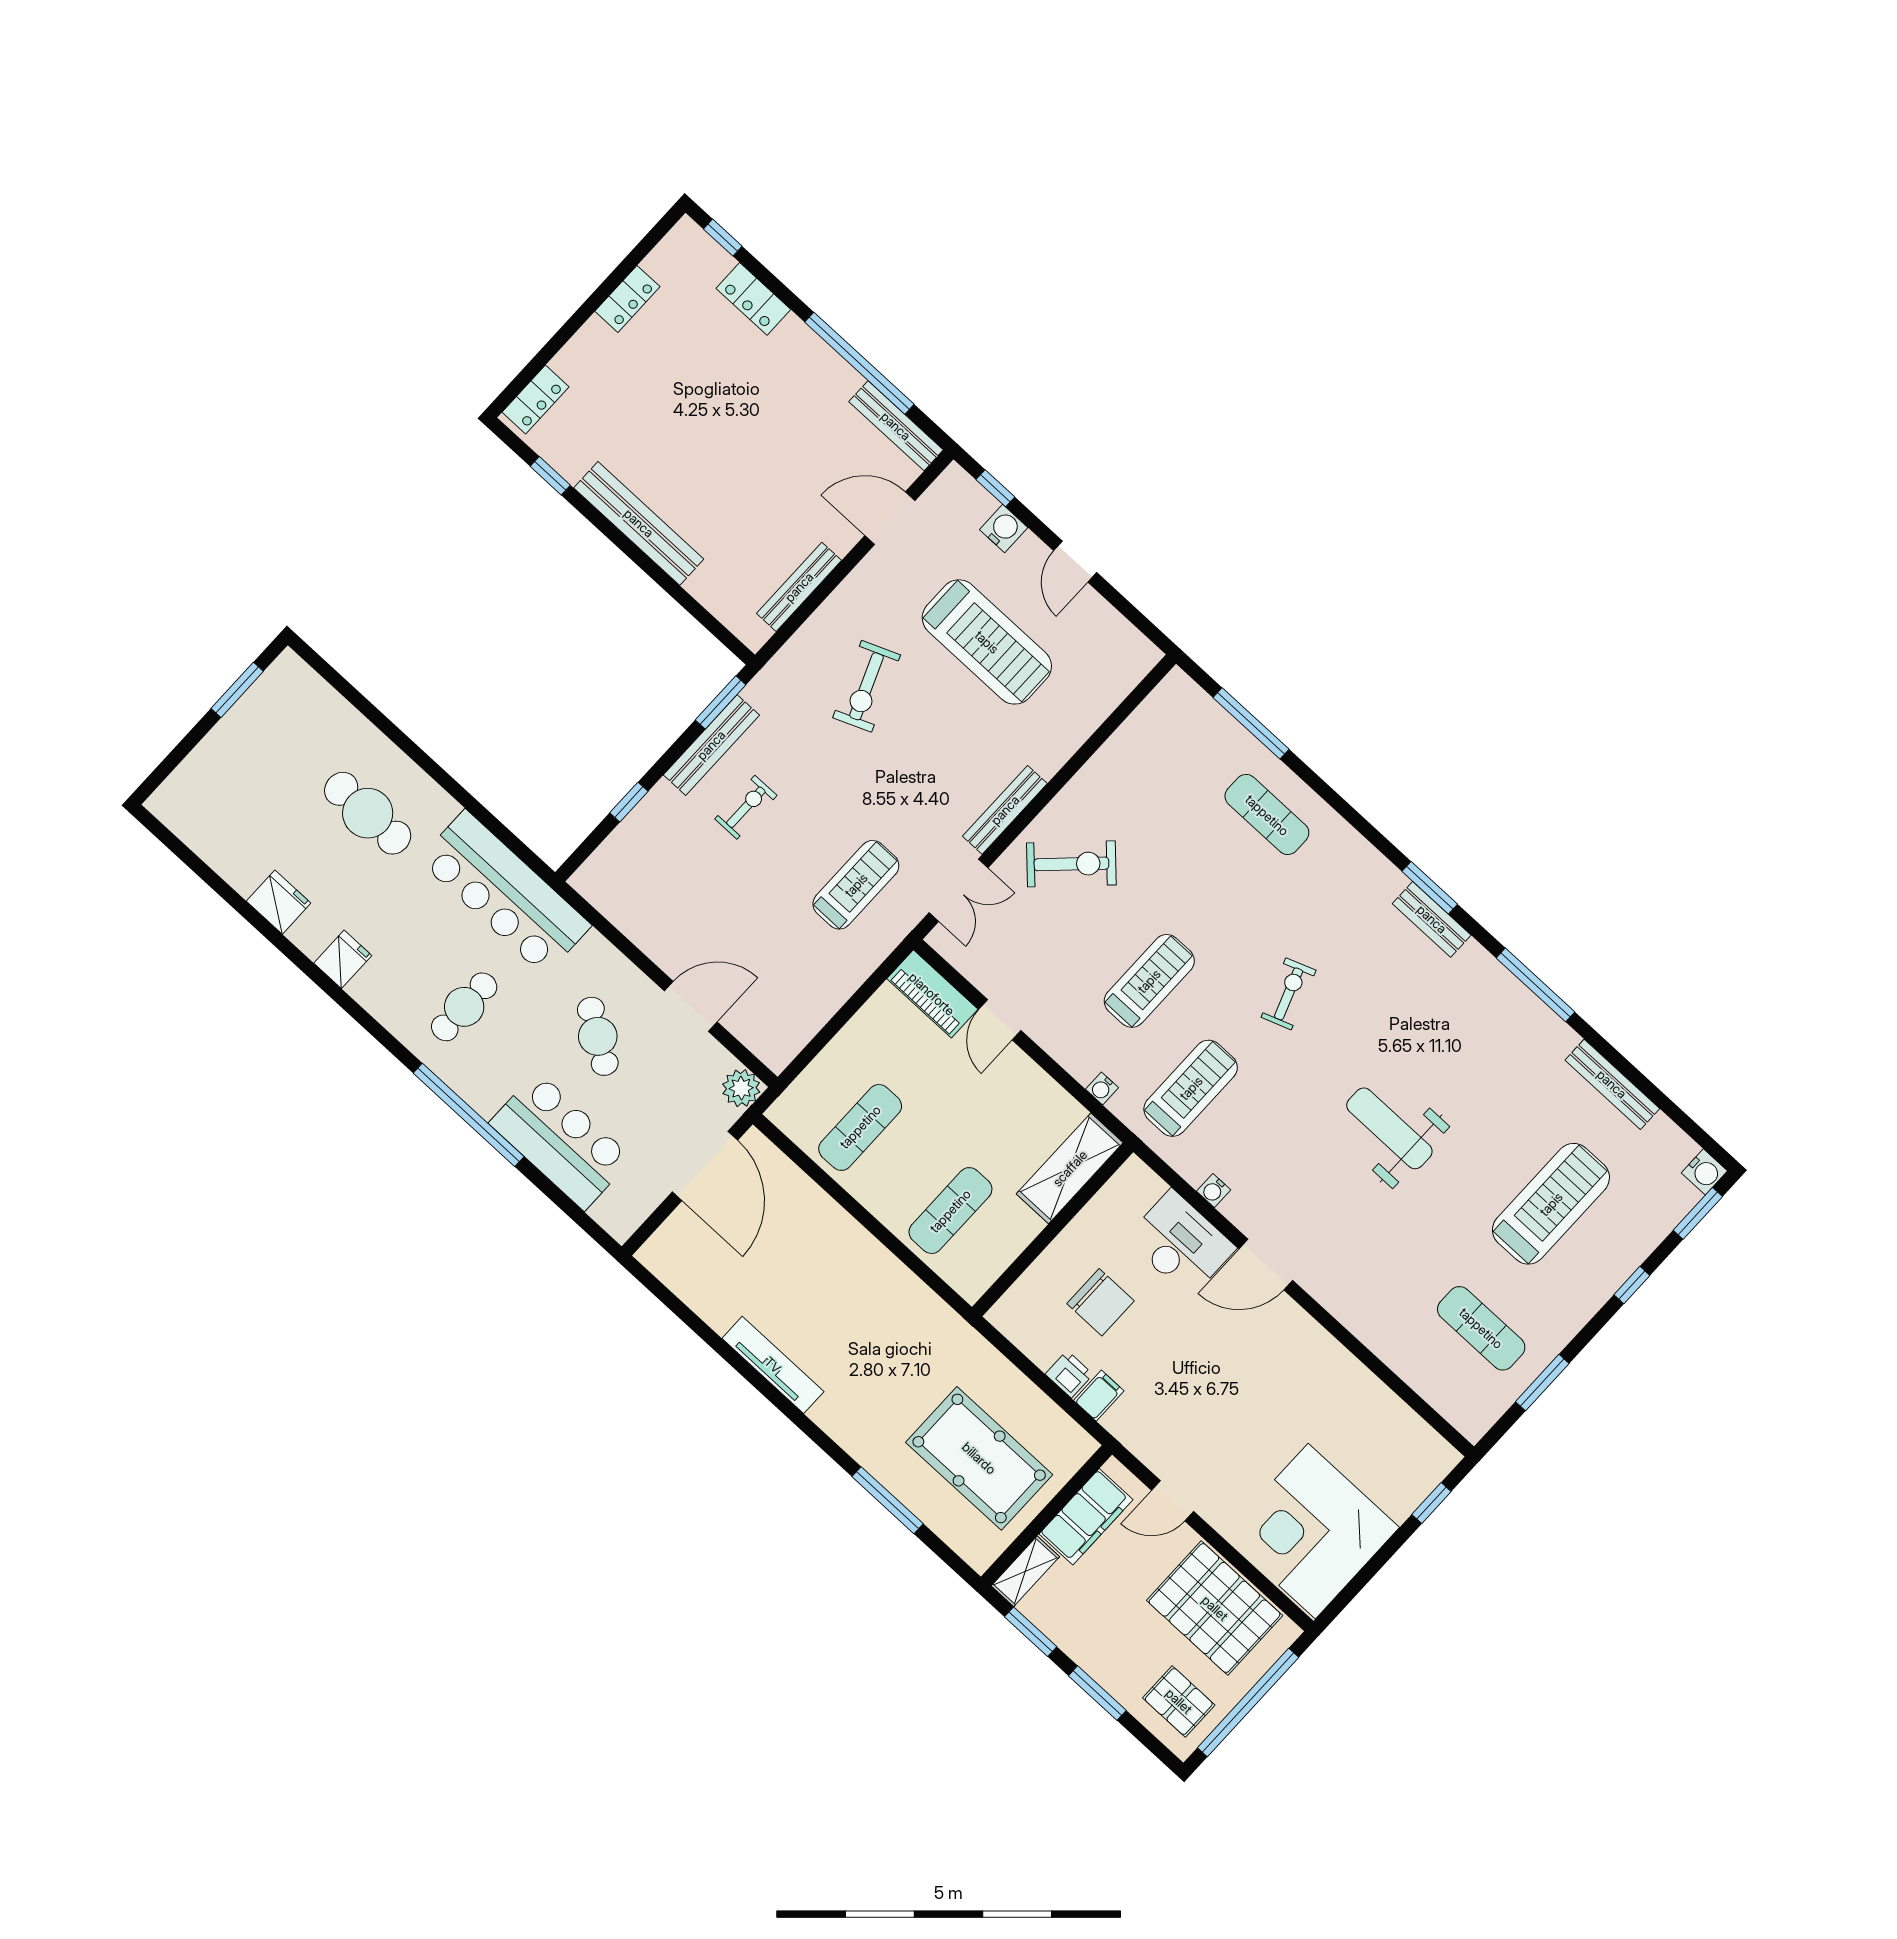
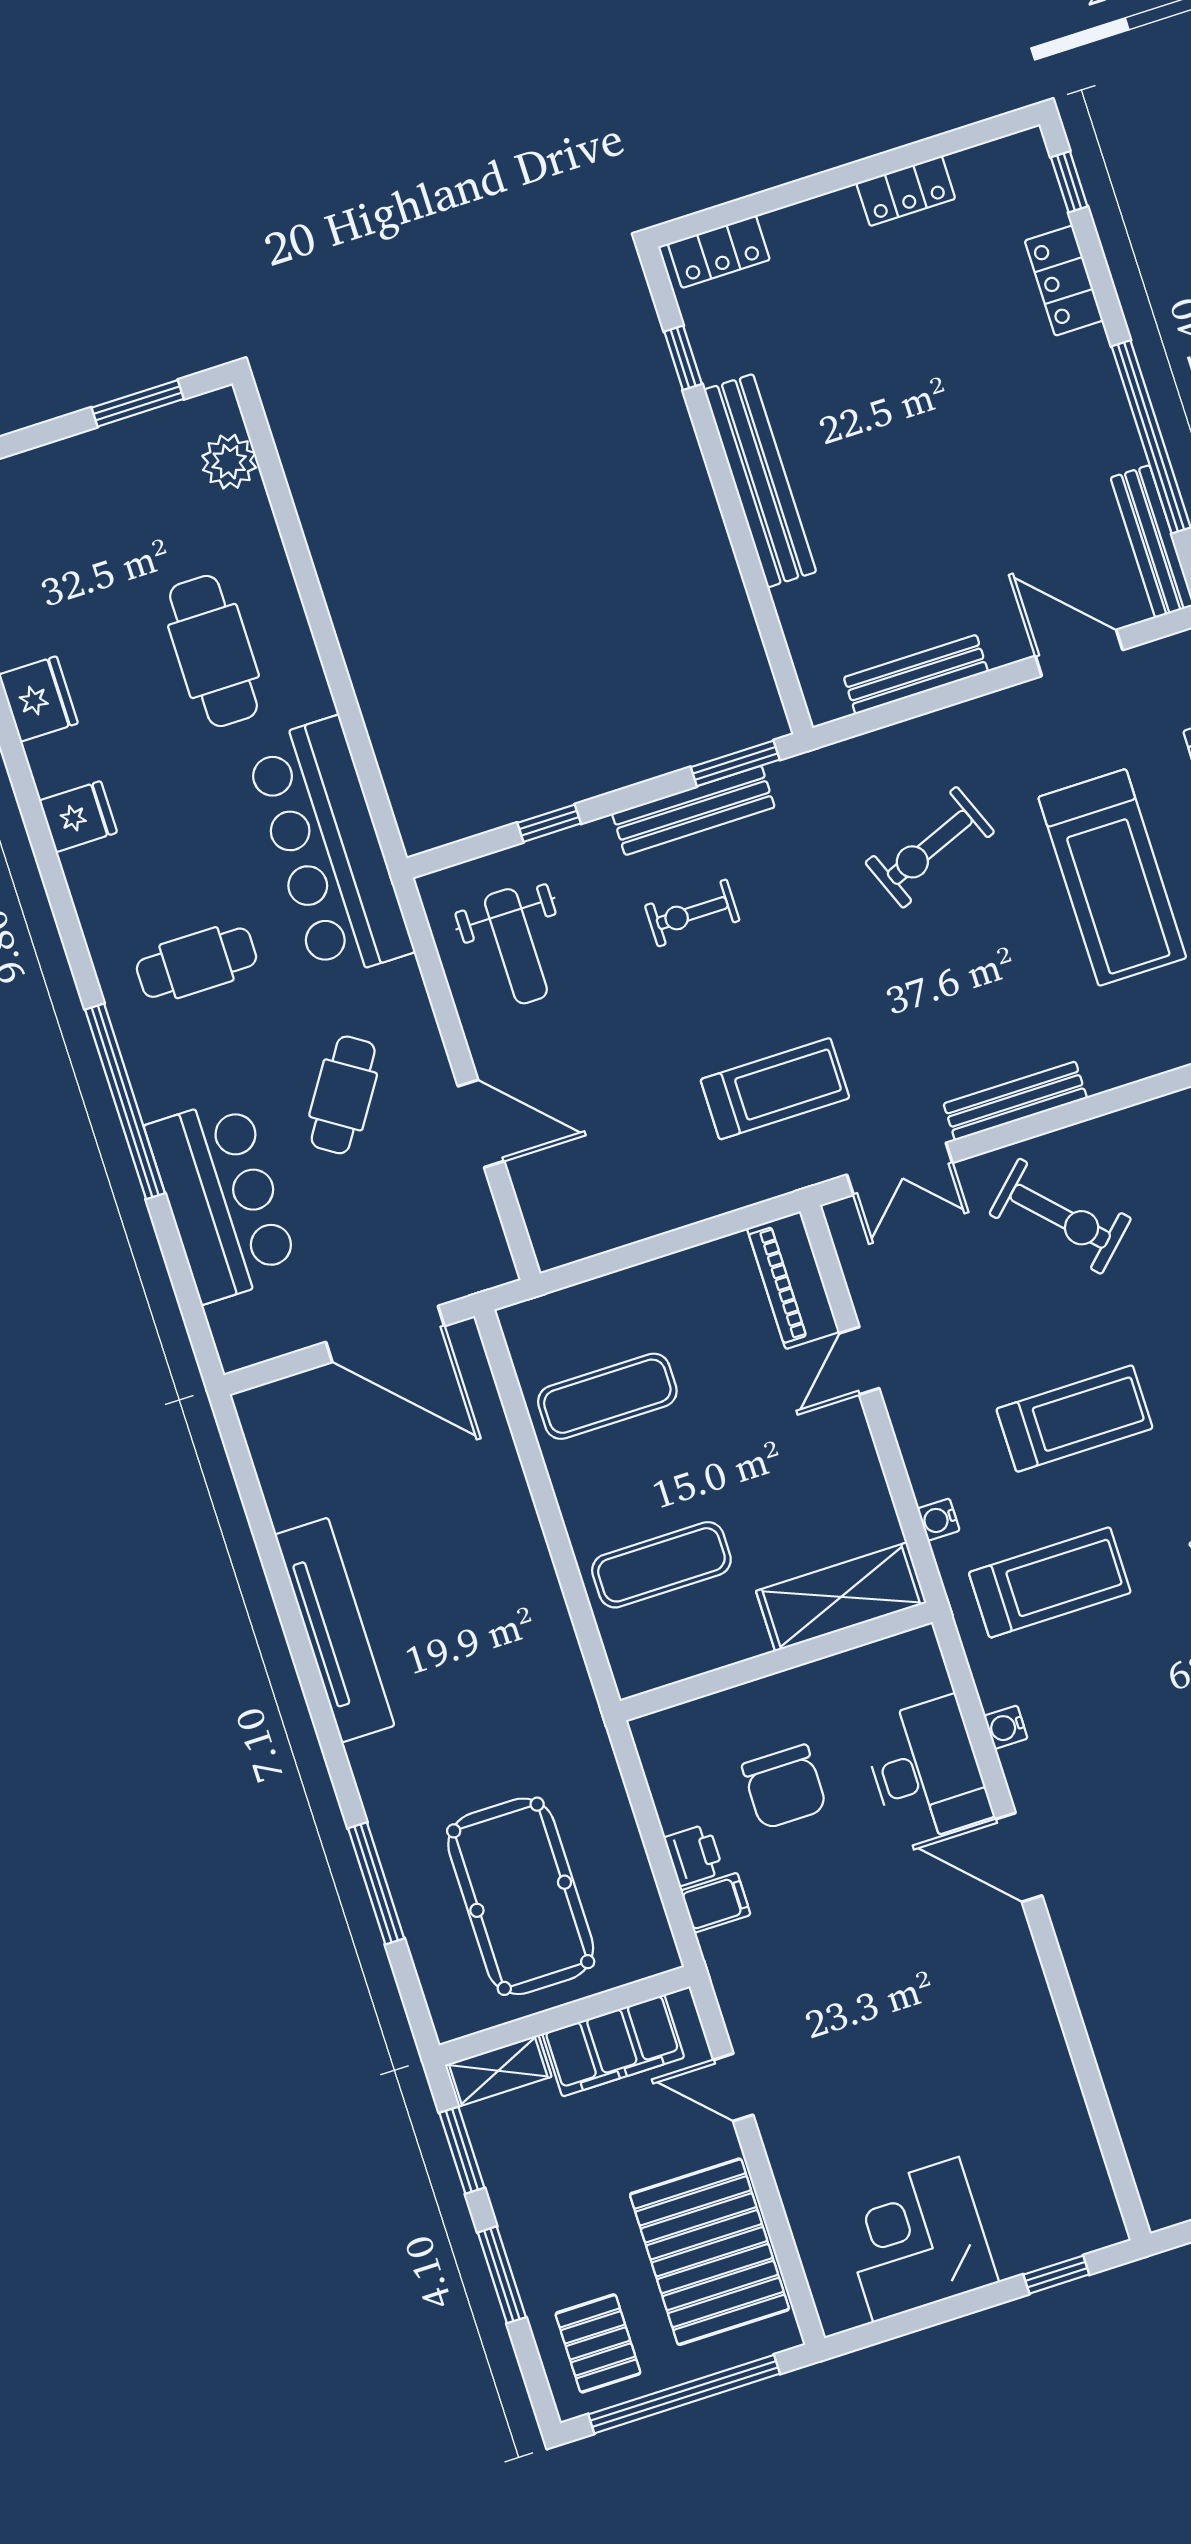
exercise bike: (746, 807) -> (692, 913), turned 180
weight bench: (651, 888) -> (516, 946), added
plant: (741, 1088) -> (229, 462), moved
door: (705, 1166) -> (385, 1334), hinge flipped
tv unit: (773, 1365) -> (335, 1630), width x1.36, depth x1.29
corner desk: (1312, 1531) -> (916, 2240), width x0.74, depth x0.74

